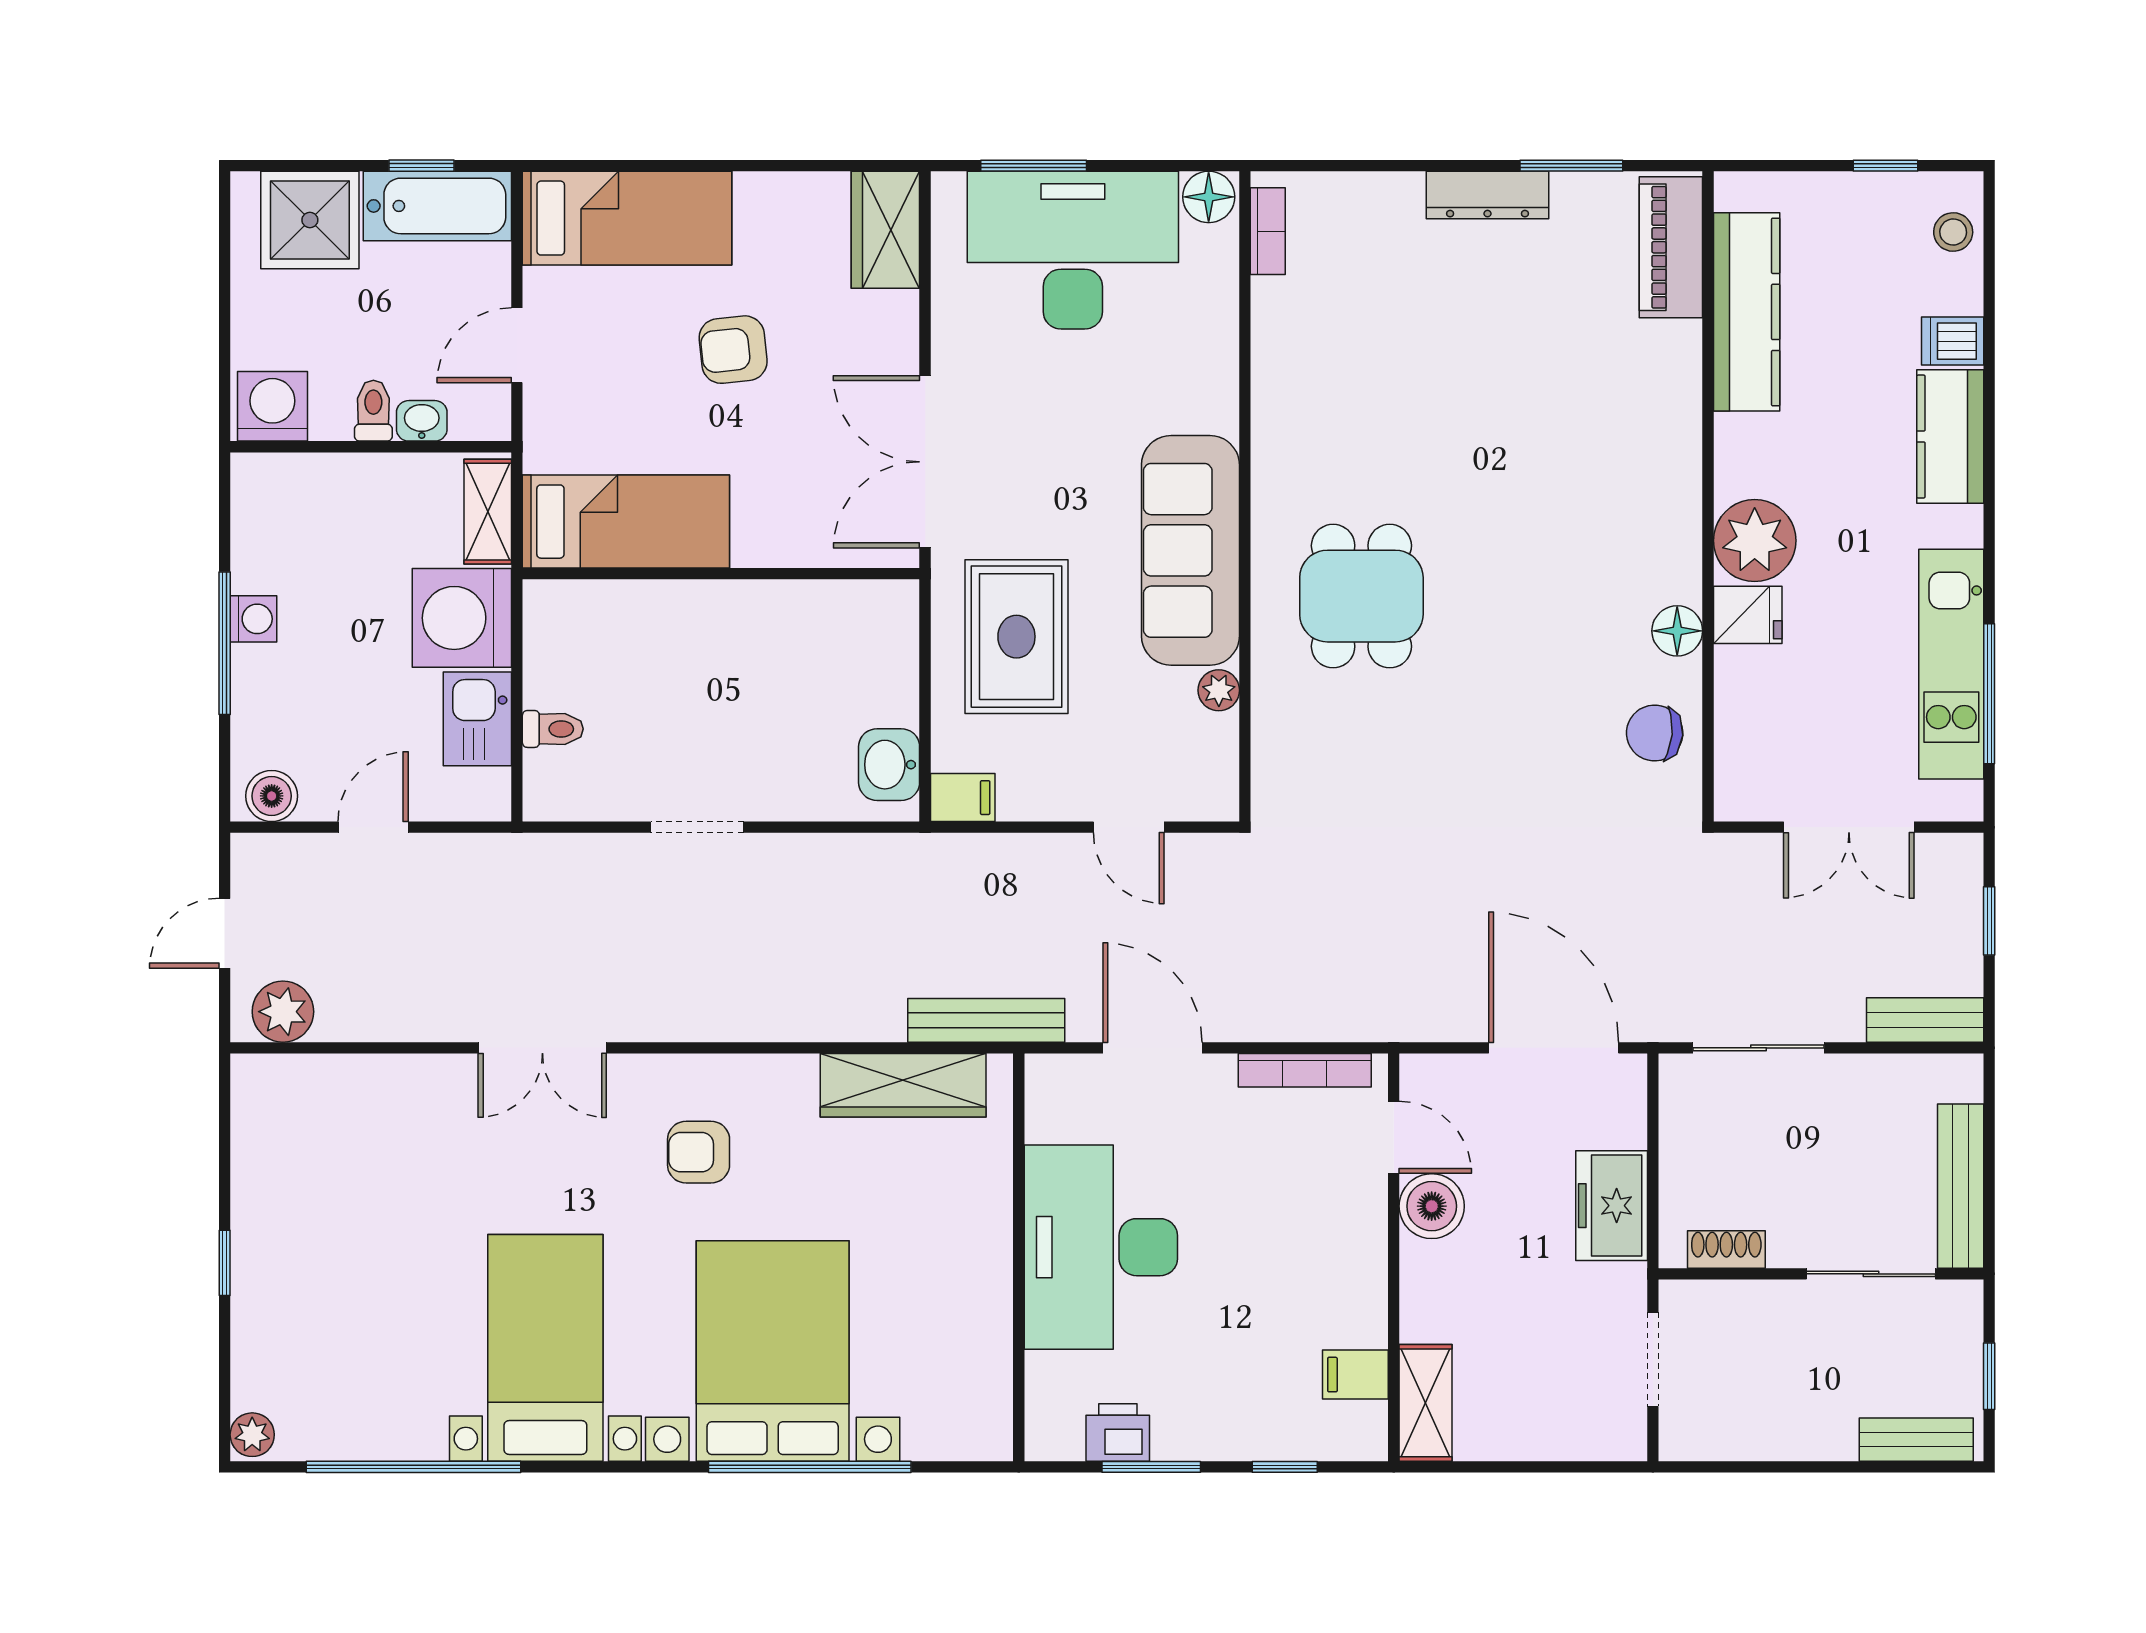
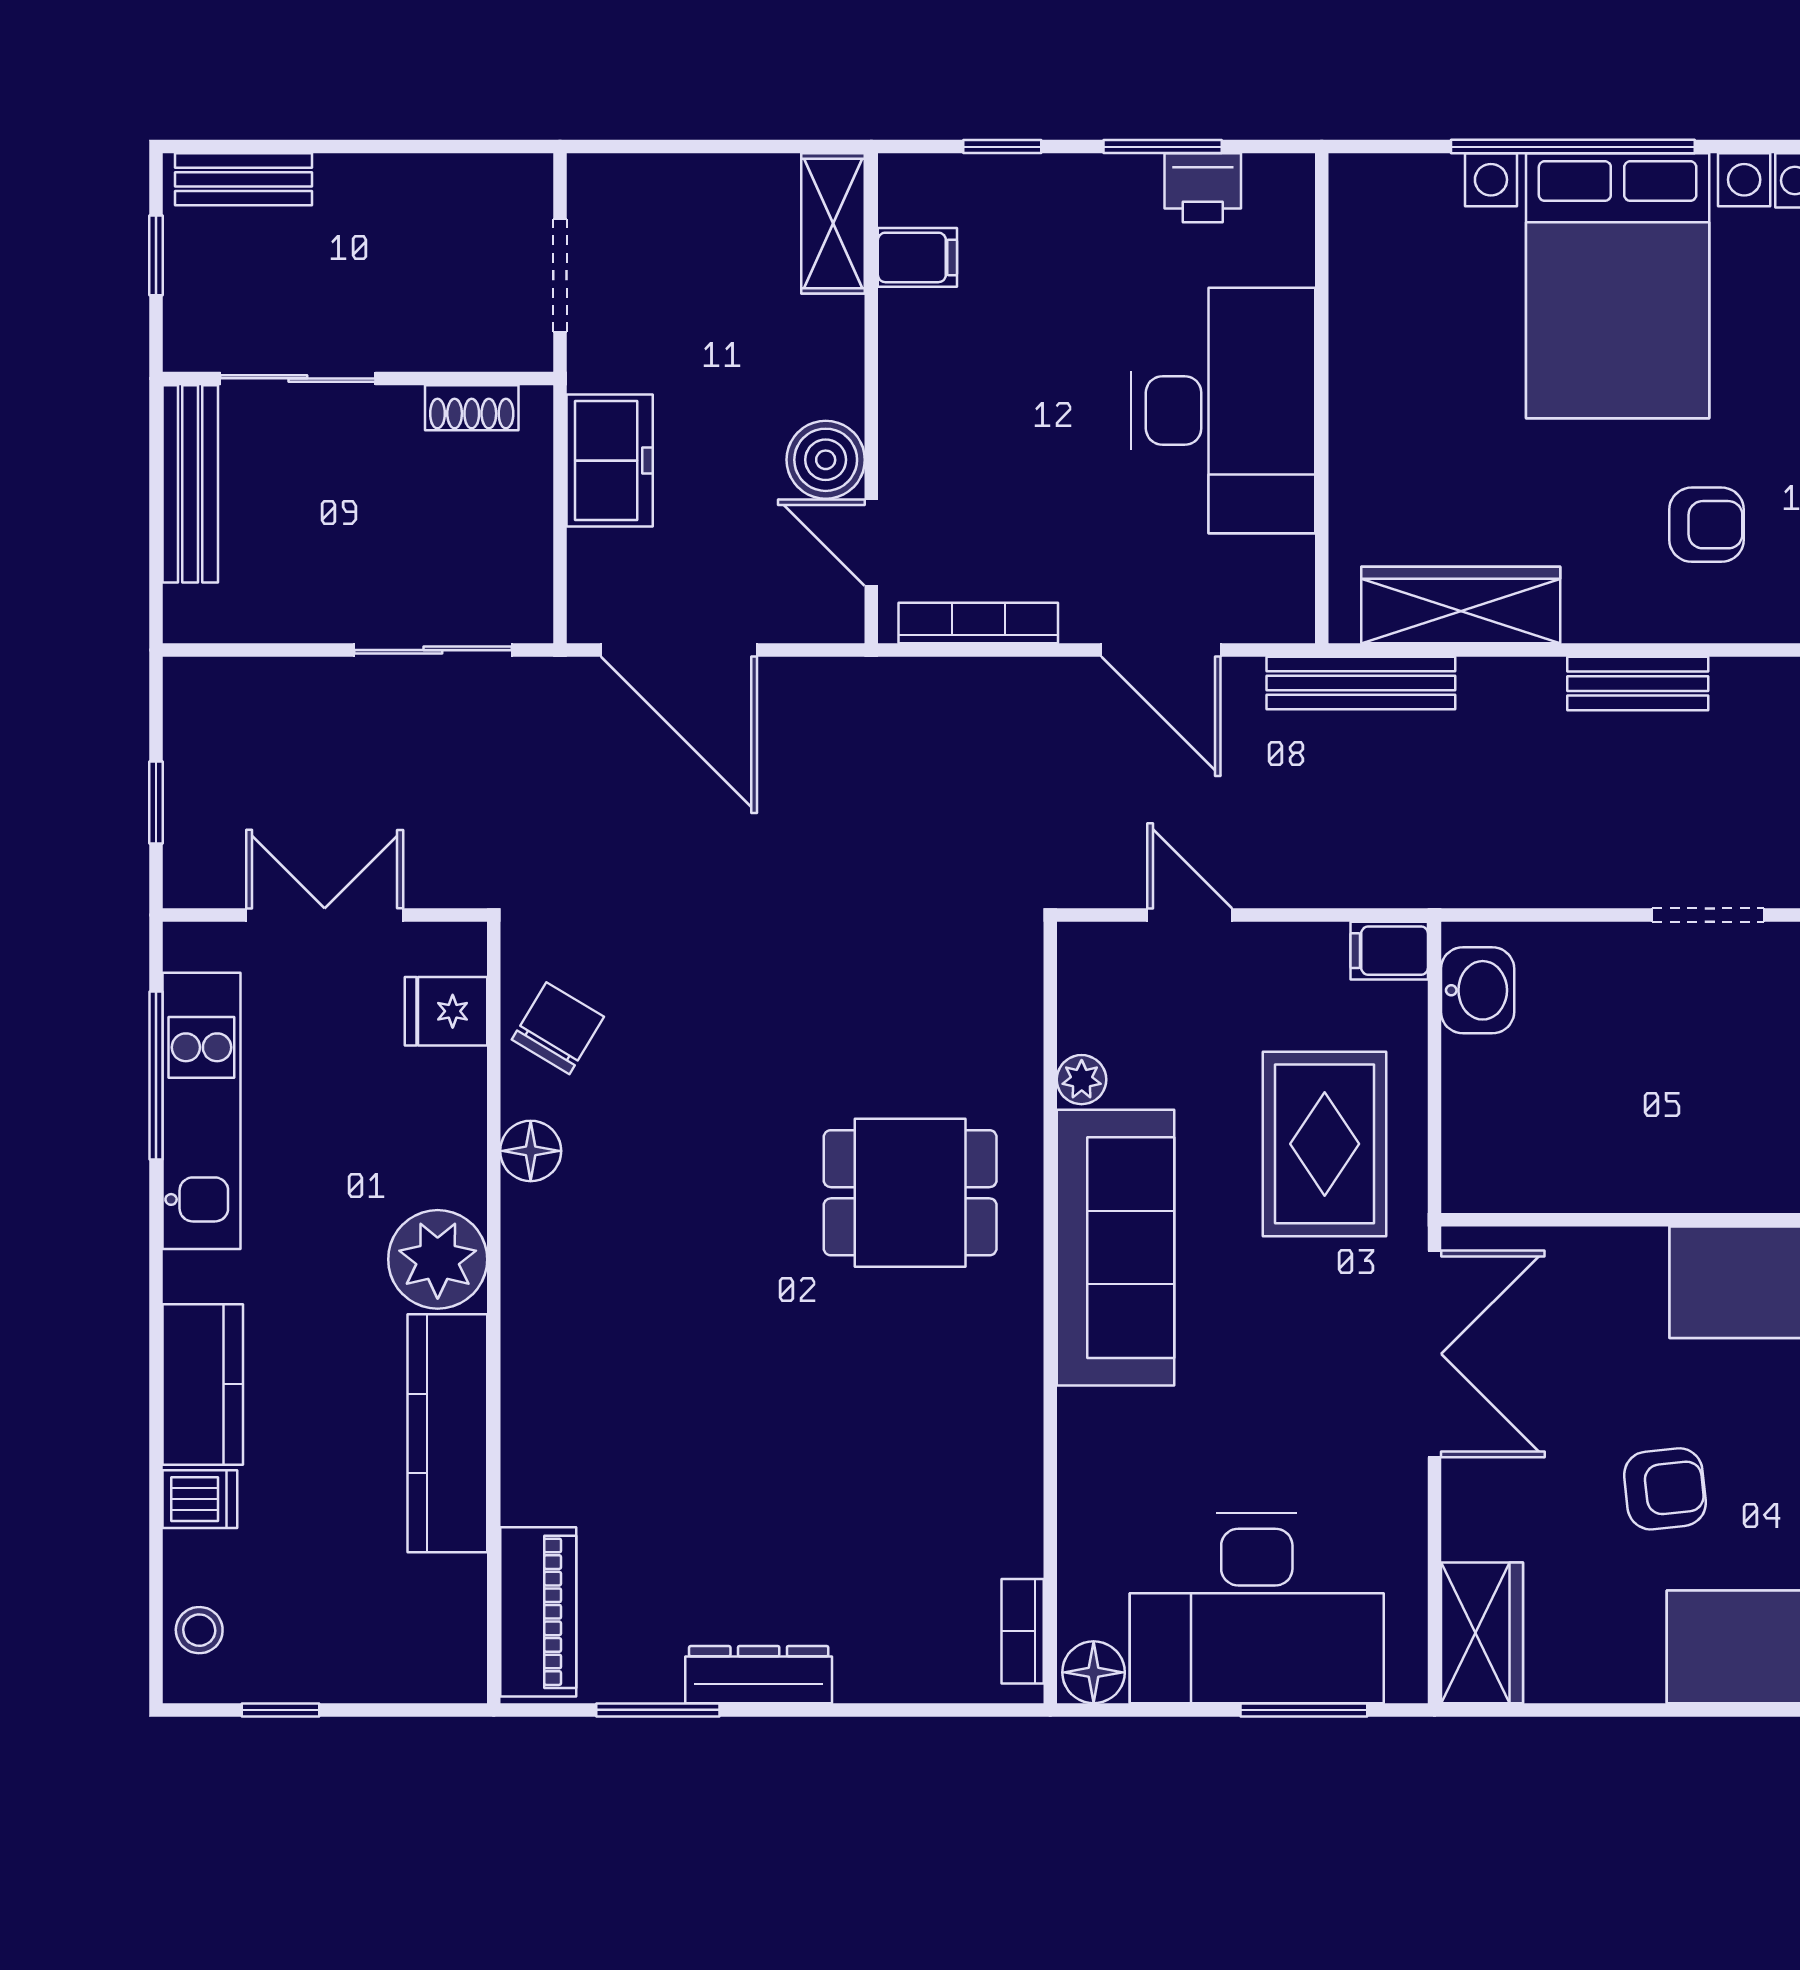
kitchen counter: (1747, 312) -> (447, 1433), moved
dining table: (1361, 596) -> (910, 1193), turned 90
fridge: (1748, 615) -> (446, 1011), moved
chair: (1655, 733) -> (558, 1028), turned -64
bench: (1925, 1020) -> (1638, 684), moved

